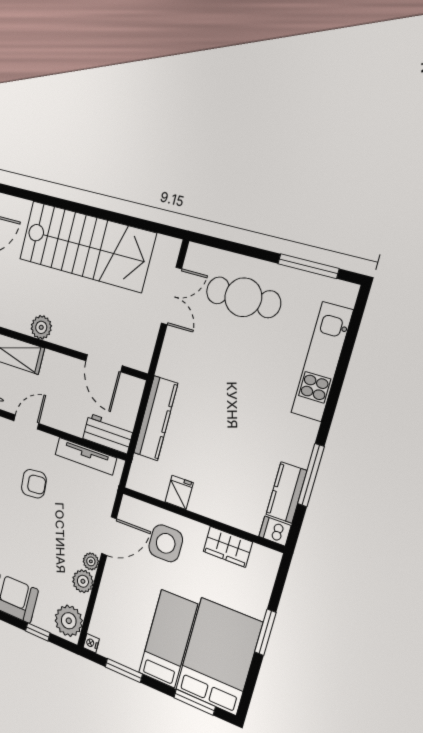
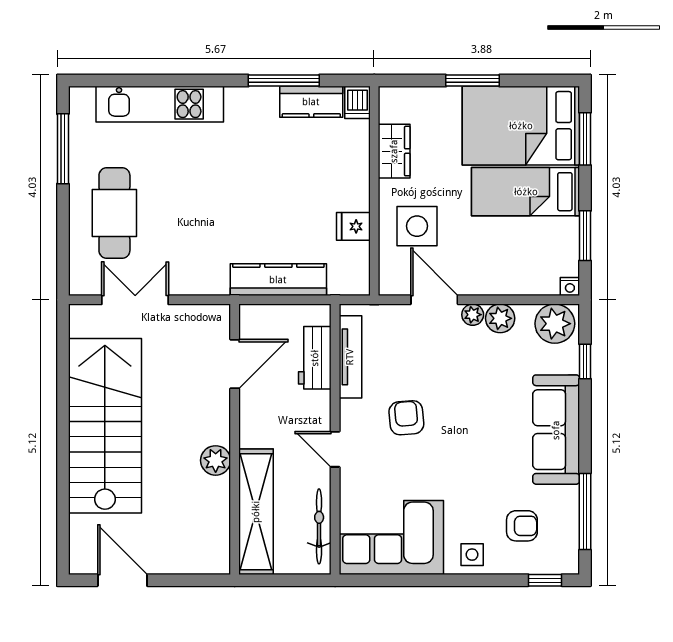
workbench: (108, 434) -> (315, 358), moved

